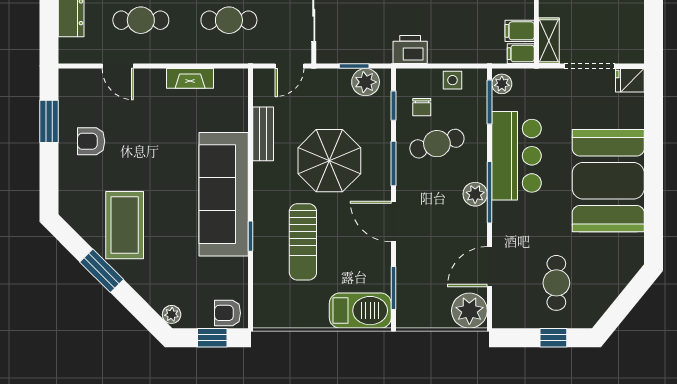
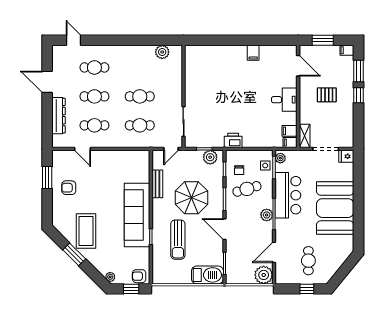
fireplace: (190, 78) -> (120, 155), removed
side table: (452, 80) -> (265, 165), moved

